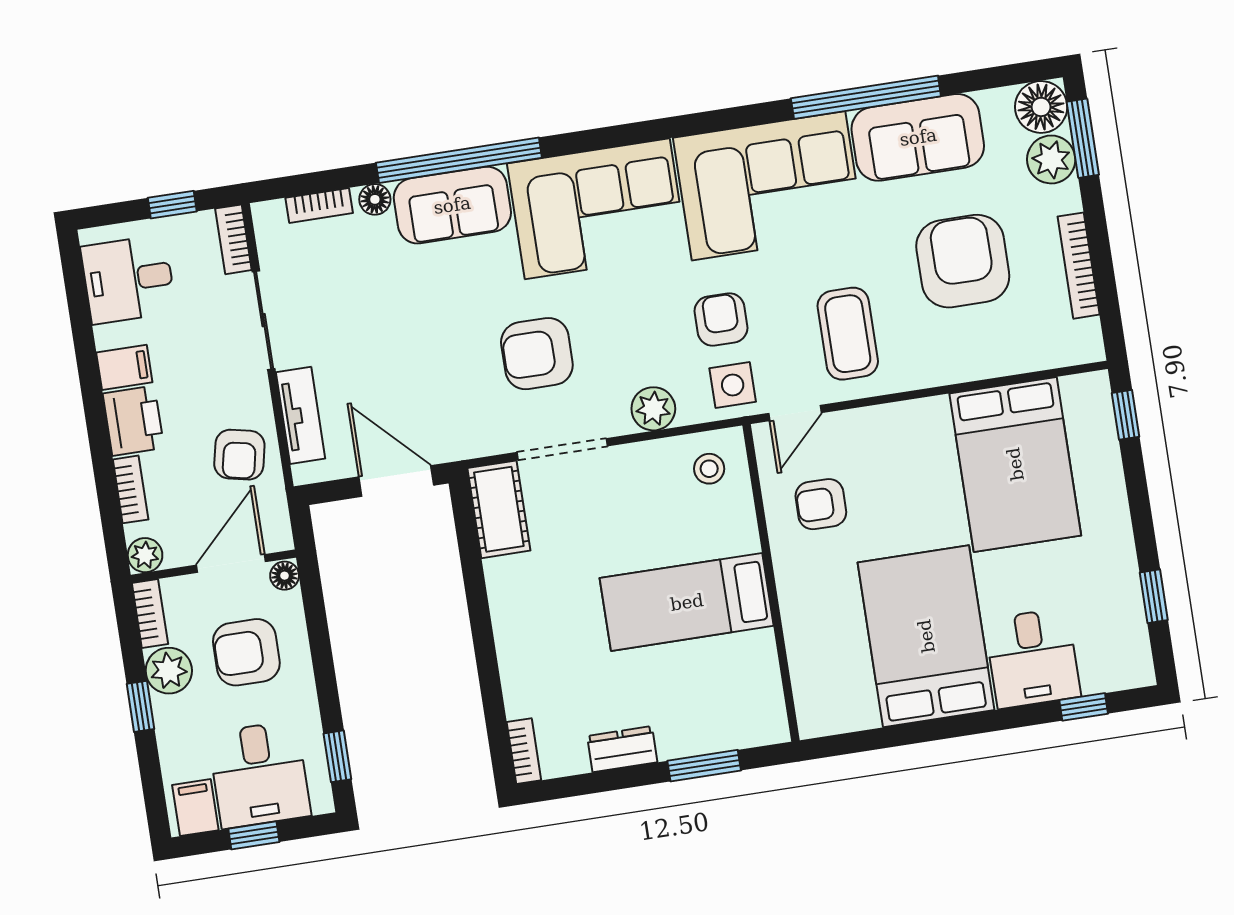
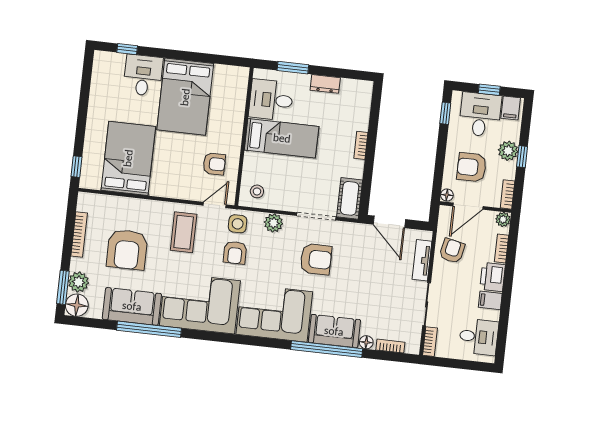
window: (172, 205) -> (452, 363), removed
window: (1154, 596) -> (85, 87), removed
armchair: (246, 652) -> (472, 167), turned 180
plant: (169, 671) -> (508, 151), moved
desk: (733, 681) -> (271, 100), added
bookcase: (524, 751) -> (361, 145), moved

